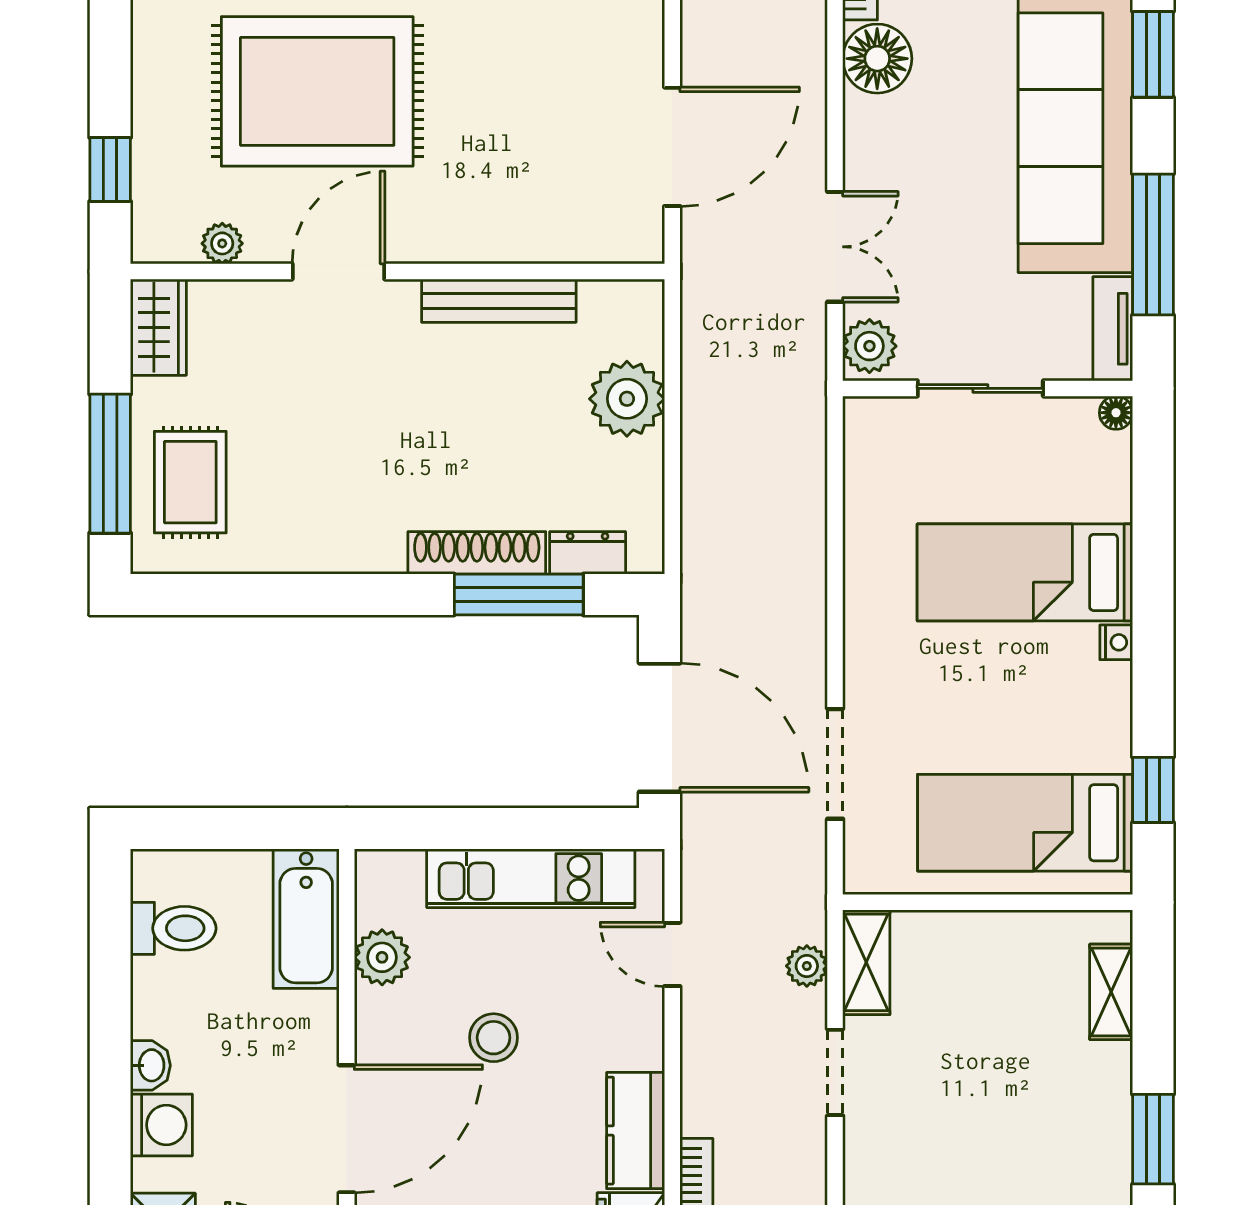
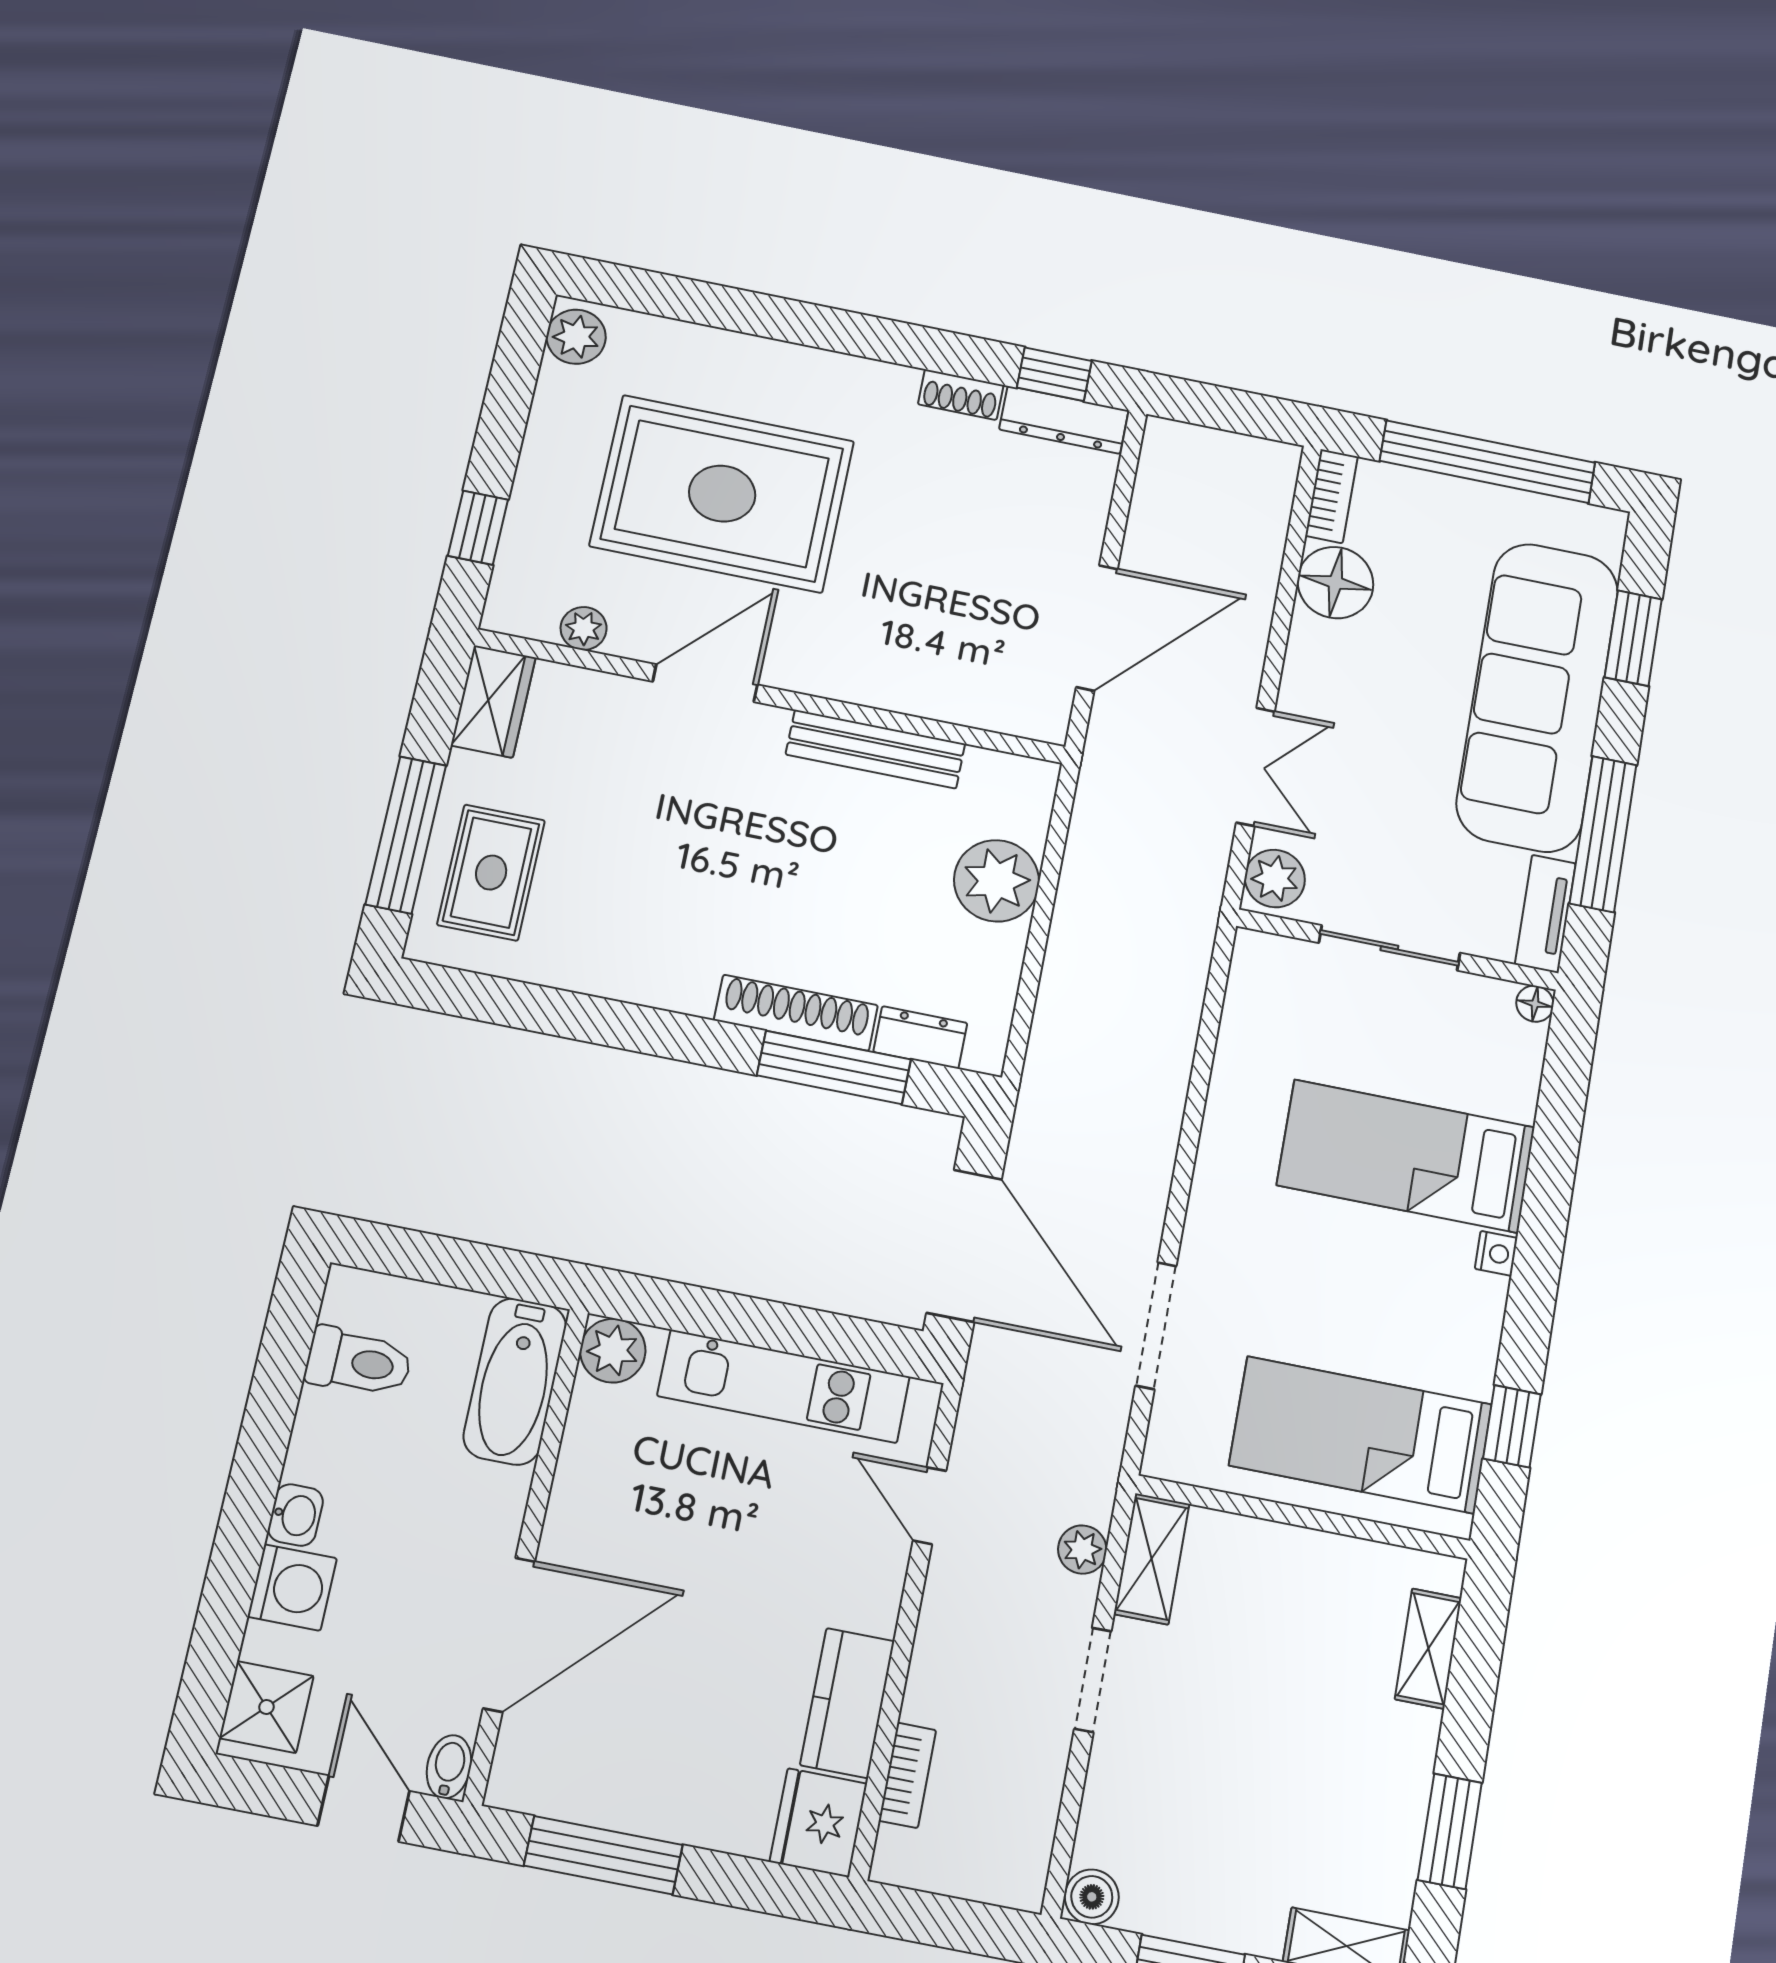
plant: (382, 957) -> (613, 1351), moved
stool: (494, 1038) -> (703, 1561), removed

